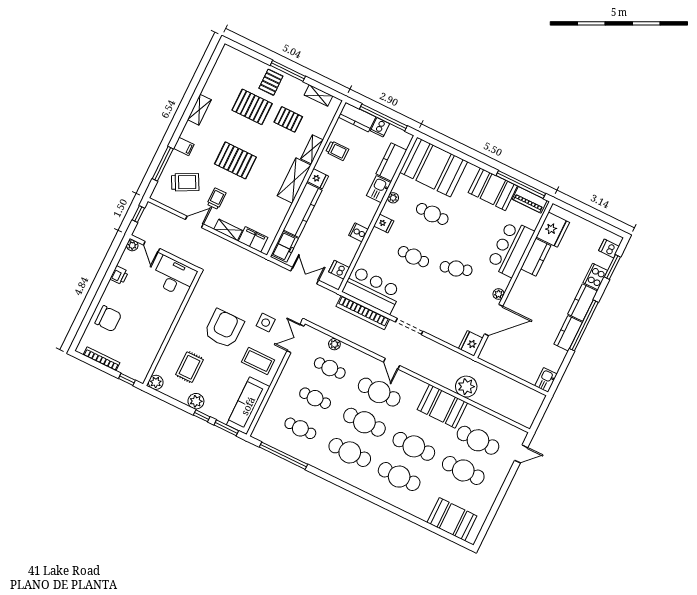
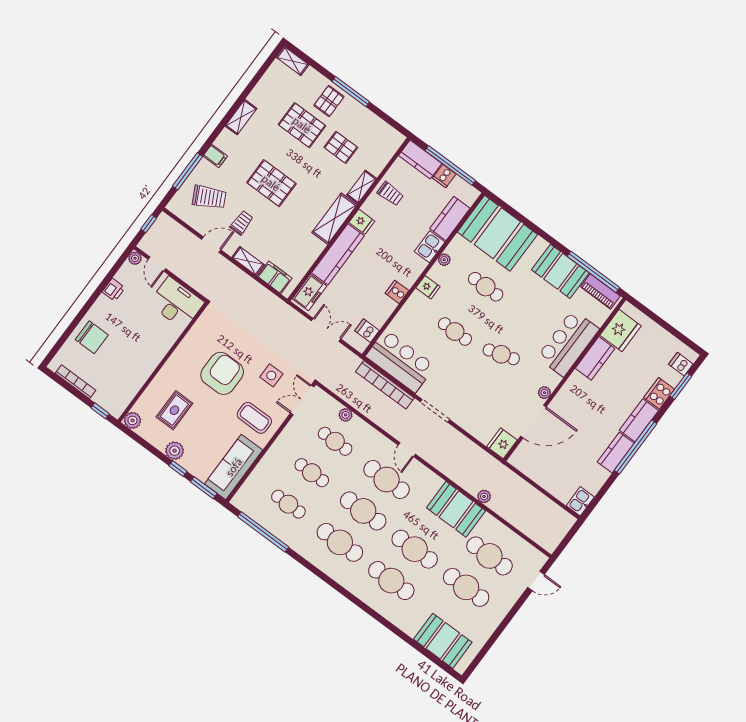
shelving: (319, 95) -> (293, 61), moved
plant: (466, 387) -> (484, 496), width x0.53, depth x0.53

